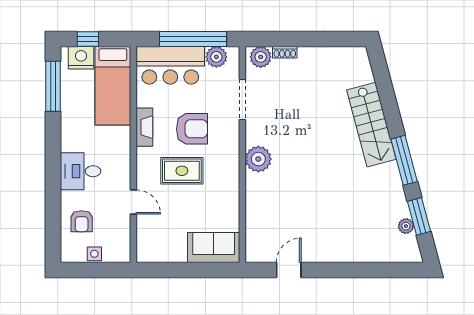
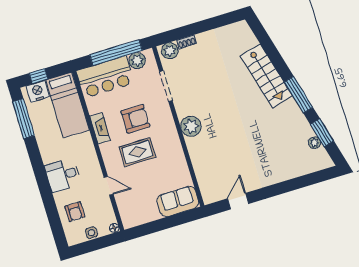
floor lamp: (125, 257) -> (114, 228), added

